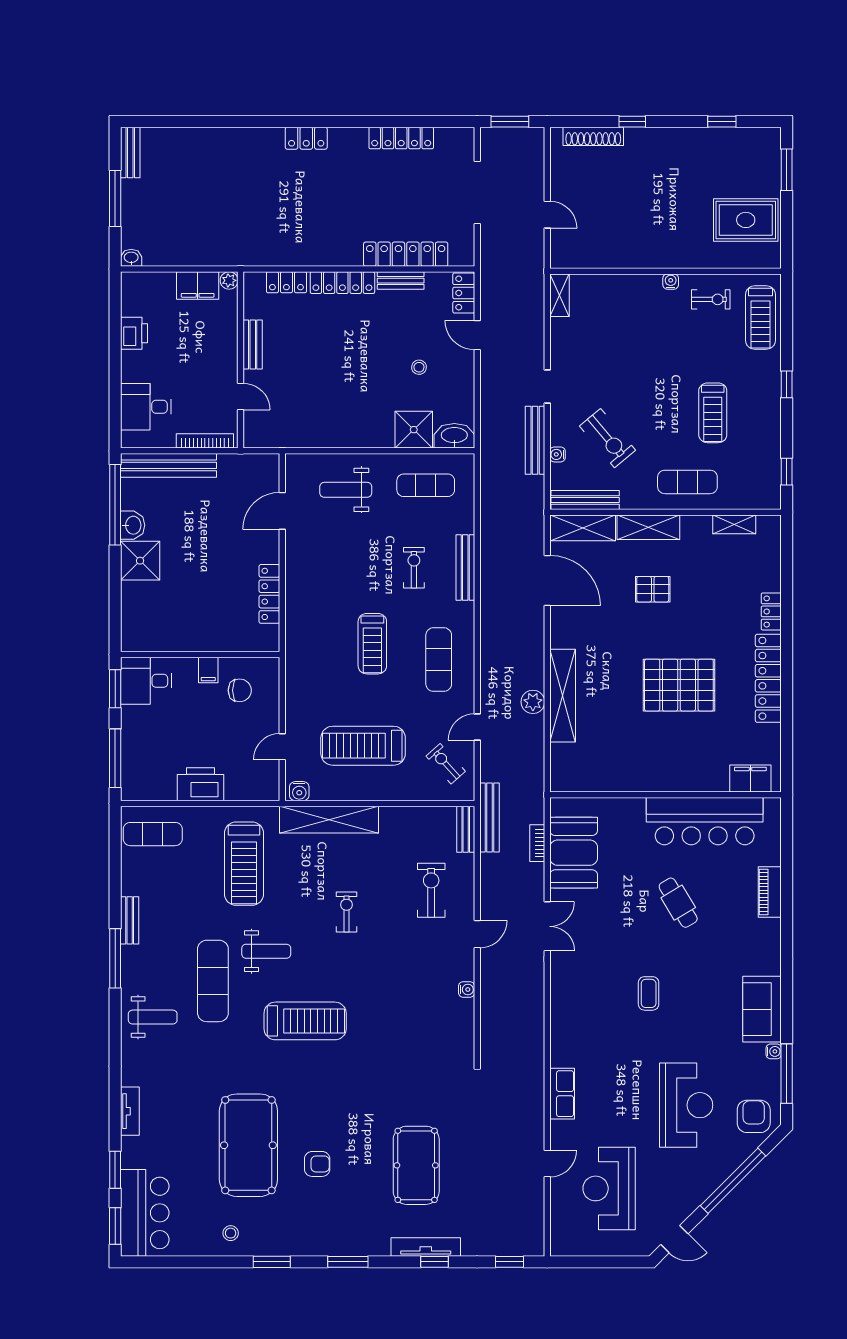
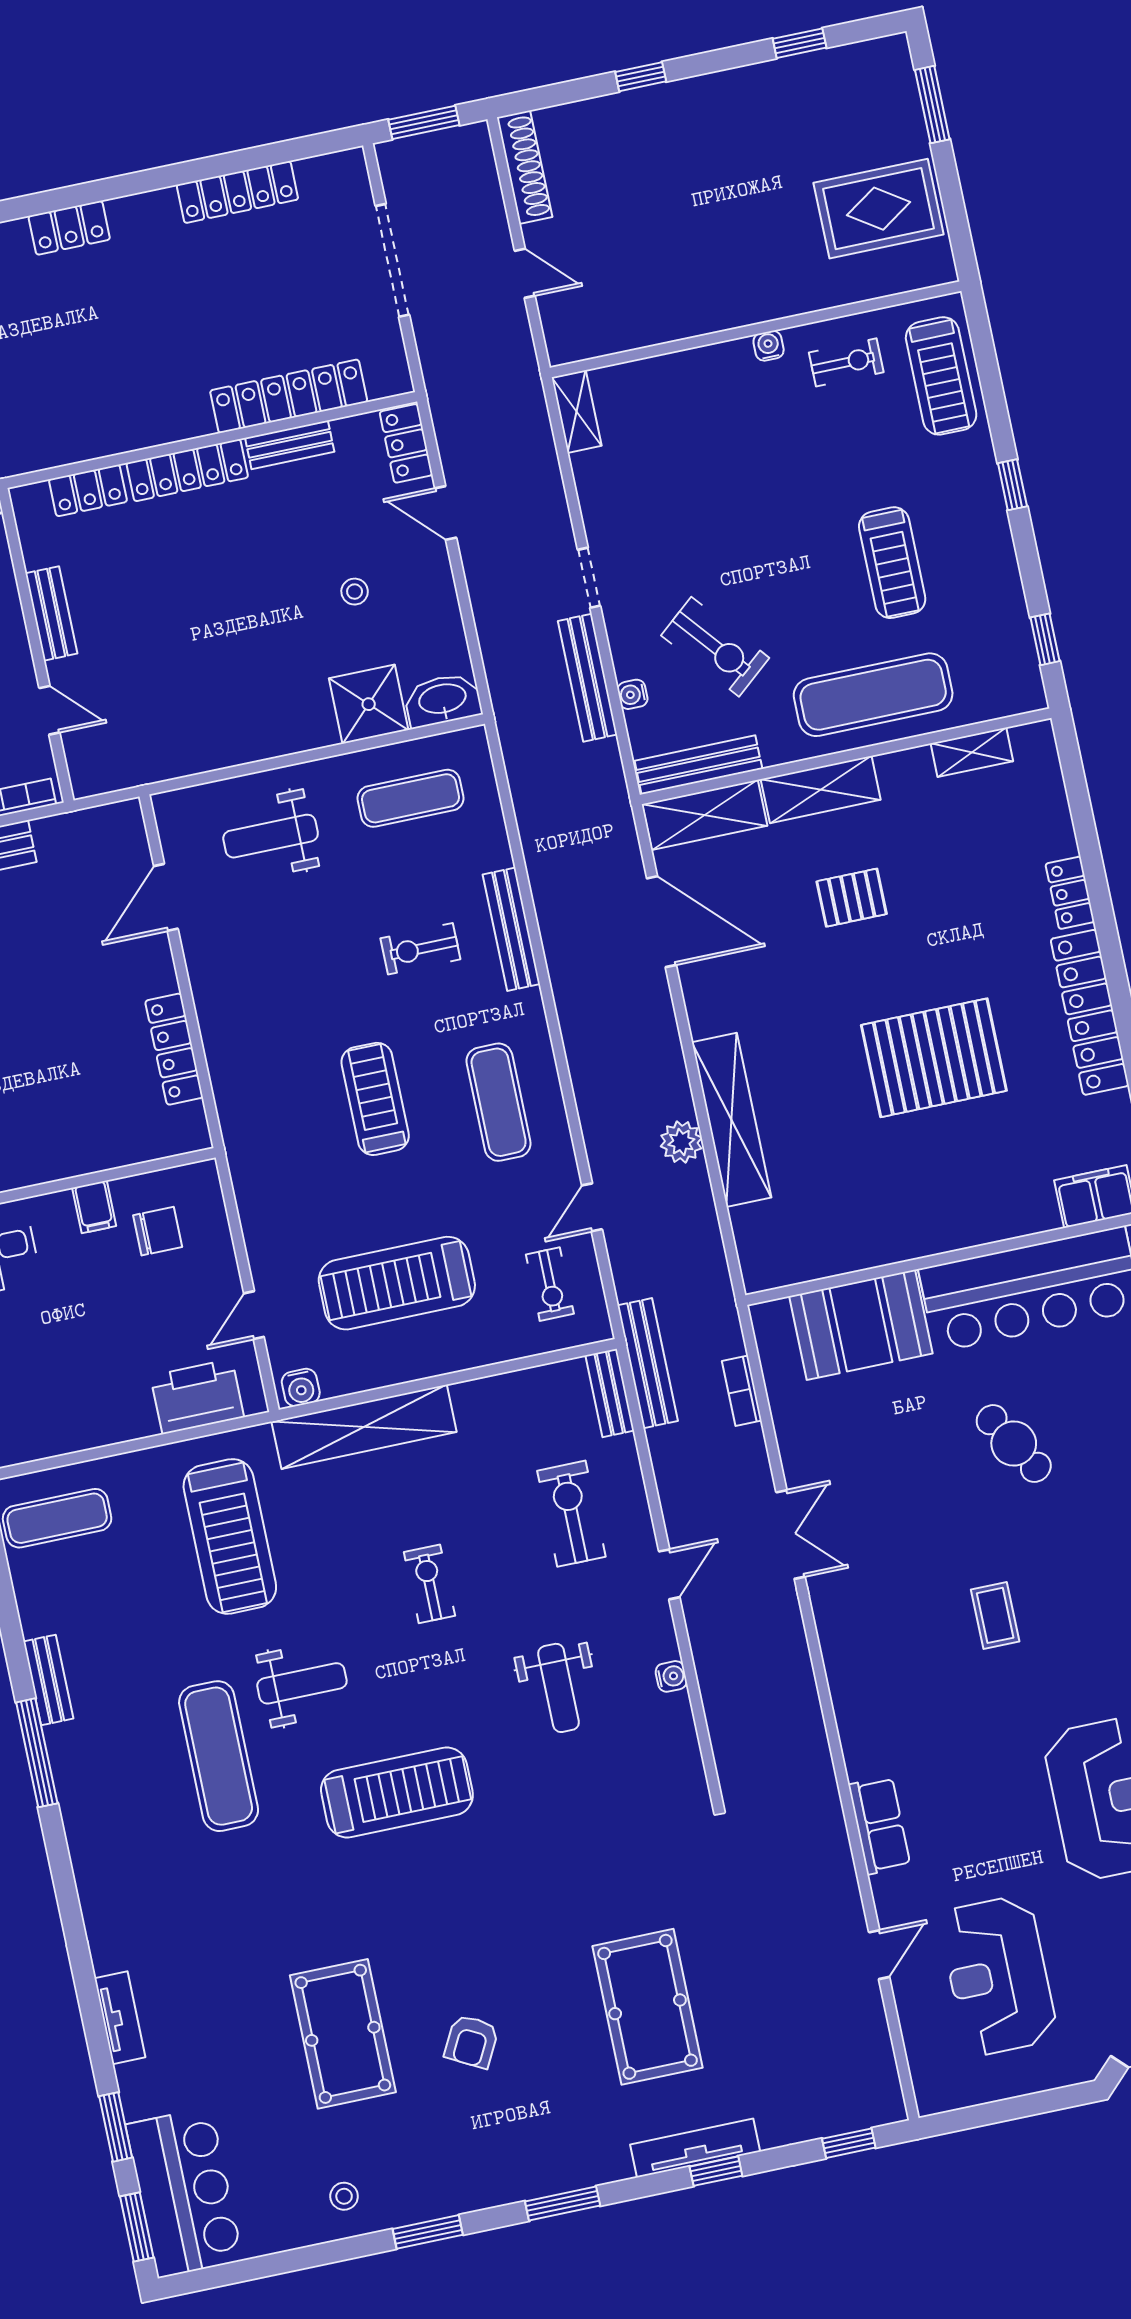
shoe rack: (593, 136) -> (525, 167), moved, turned -90
exercise mat: (687, 482) -> (873, 695), width x1.36, depth x1.45
exercise bike: (414, 568) -> (420, 949), turned -90
treadmill: (372, 644) -> (375, 1099), turned 180
exercise bike: (446, 764) -> (550, 1284), turned -138
printer: (200, 784) -> (197, 1397), moved
booth: (574, 853) -> (861, 1325), moved, turned 90
weight bench: (153, 1017) -> (559, 1688), moved, turned 90
pool table: (248, 1145) -> (343, 2034), width x0.73, depth x0.76
armchair: (317, 1164) -> (472, 2041), turned 118

